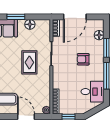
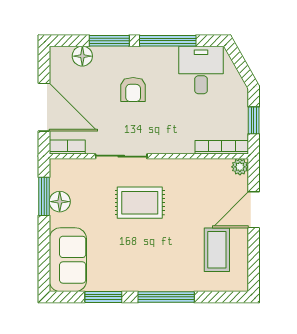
window: (16, 17) -> (44, 196), moved

